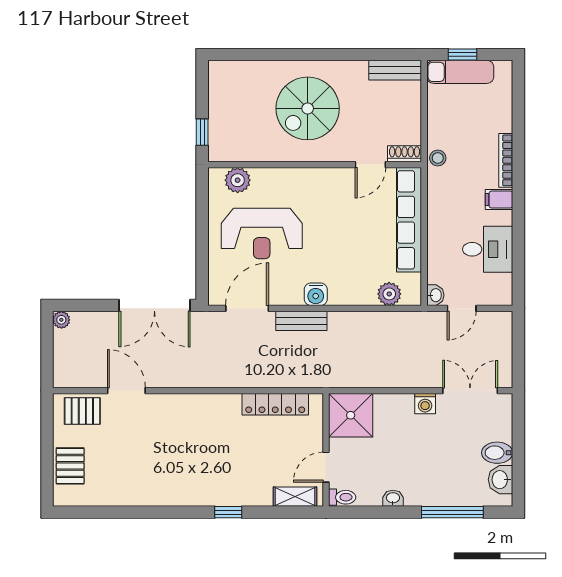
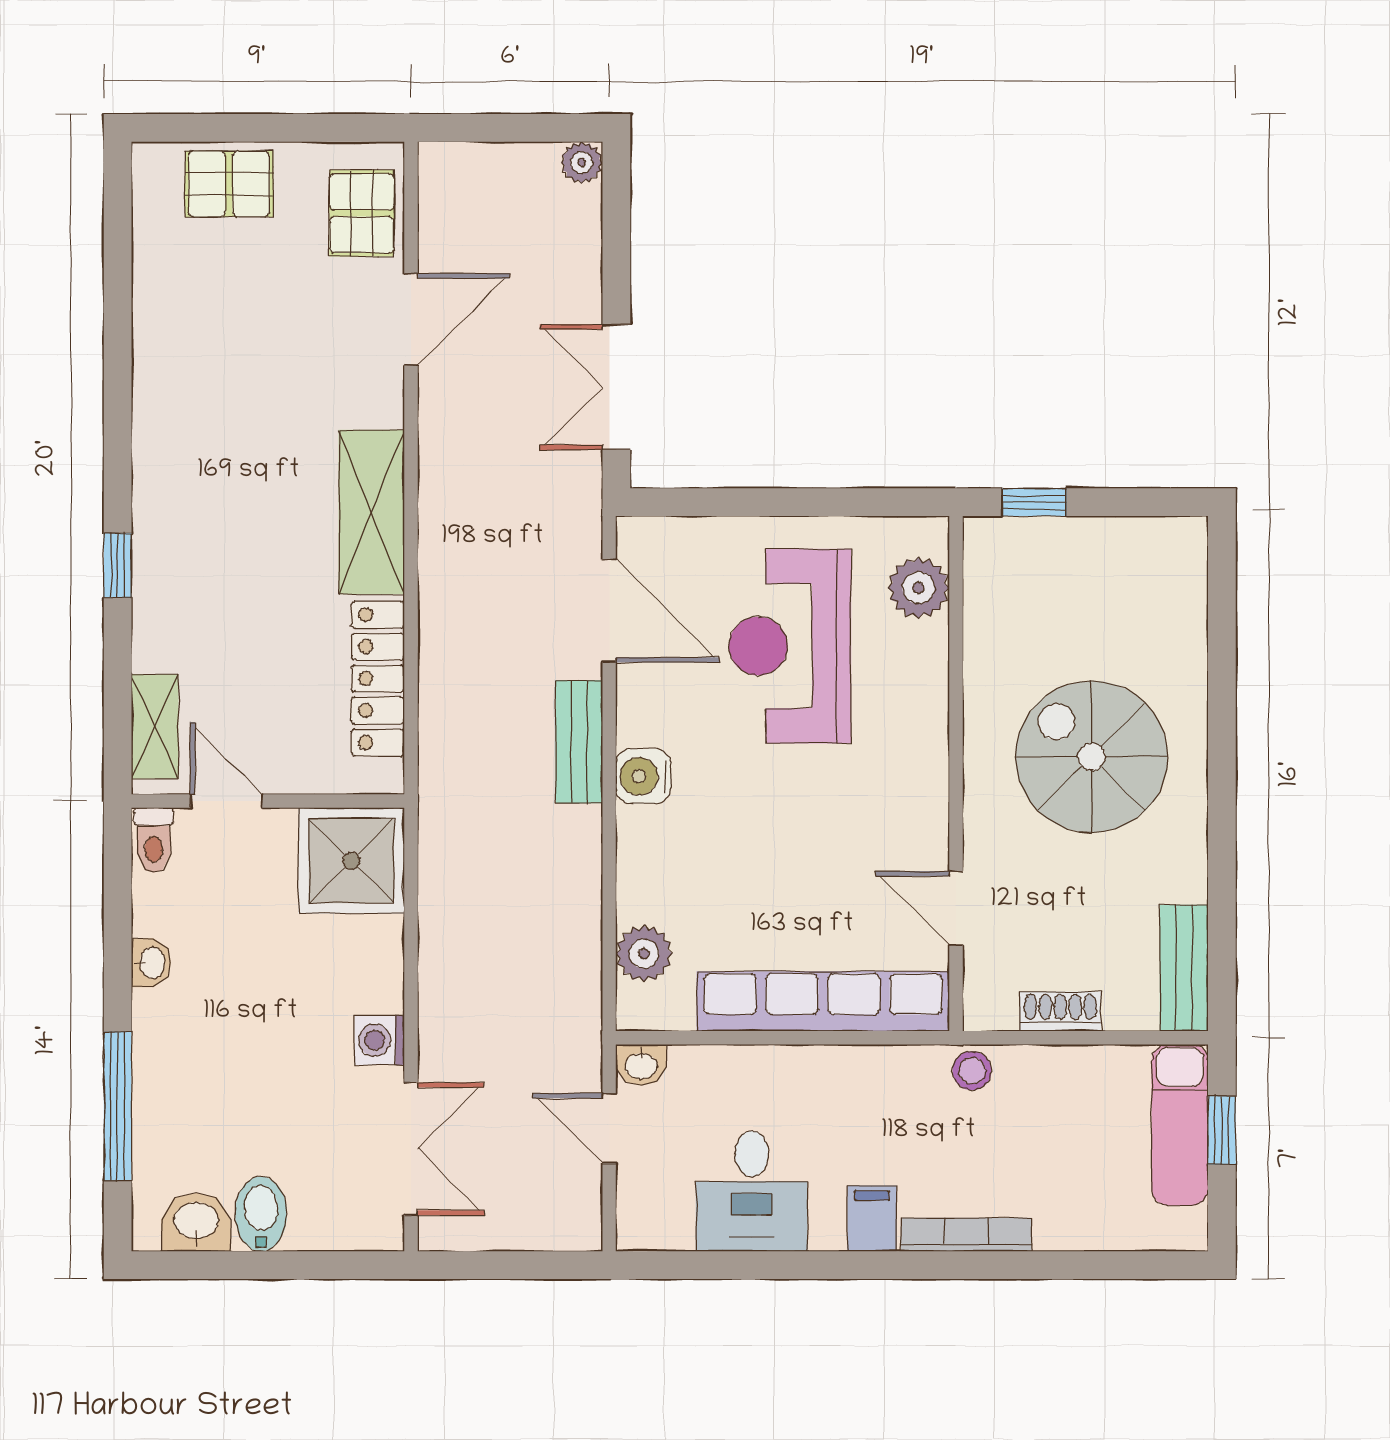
shoe rack: (405, 154) -> (1060, 1011), moved, turned -90
double door: (154, 305) -> (616, 387), width x0.73
shelving: (206, 407) -> (372, 512), added

